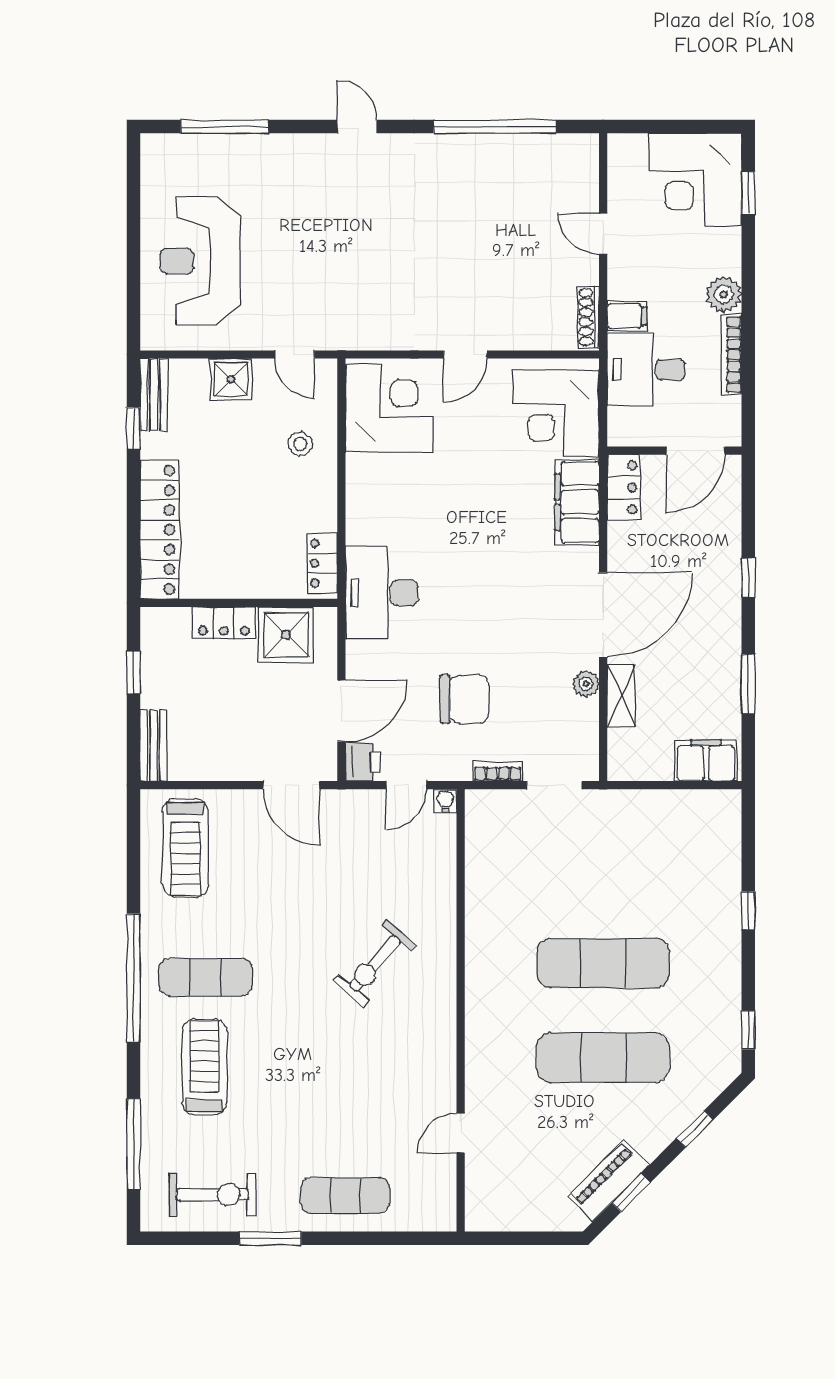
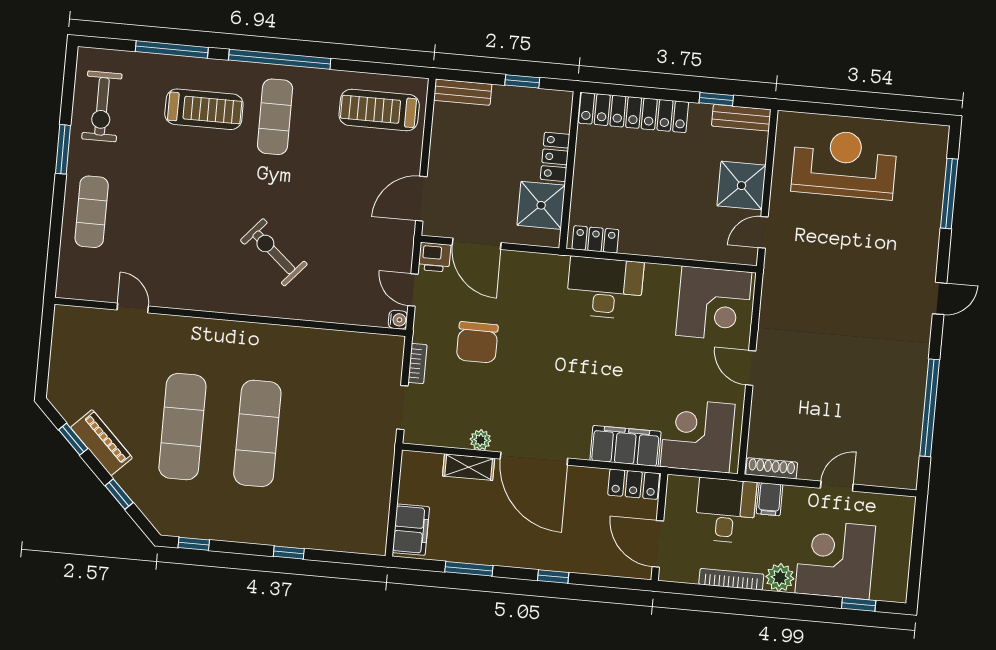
corner desk: (695, 180) -> (835, 559), moved
shower: (231, 379) -> (741, 186), width x1.36, depth x1.36
stool: (300, 444) -> (692, 230), removed
desk: (382, 593) -> (605, 288), moved
window: (133, 1144) -> (172, 49), moved
piano: (608, 1181) -> (101, 443), moved

